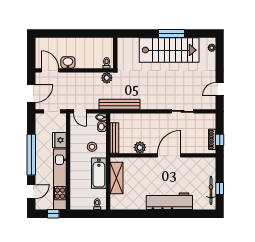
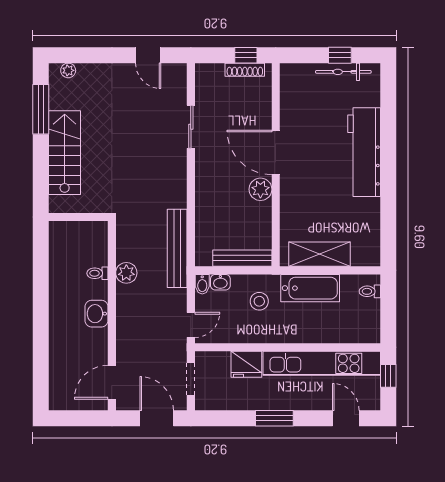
window: (172, 34) -> (41, 109), moved
stairs: (169, 50) -> (65, 153), width x0.73, depth x0.66
wall: (115, 53) -> (78, 217), moved
washbasin: (68, 62) -> (97, 314), moved
plant: (140, 147) -> (260, 189), moved
window: (31, 155) -> (274, 418), width x0.47

